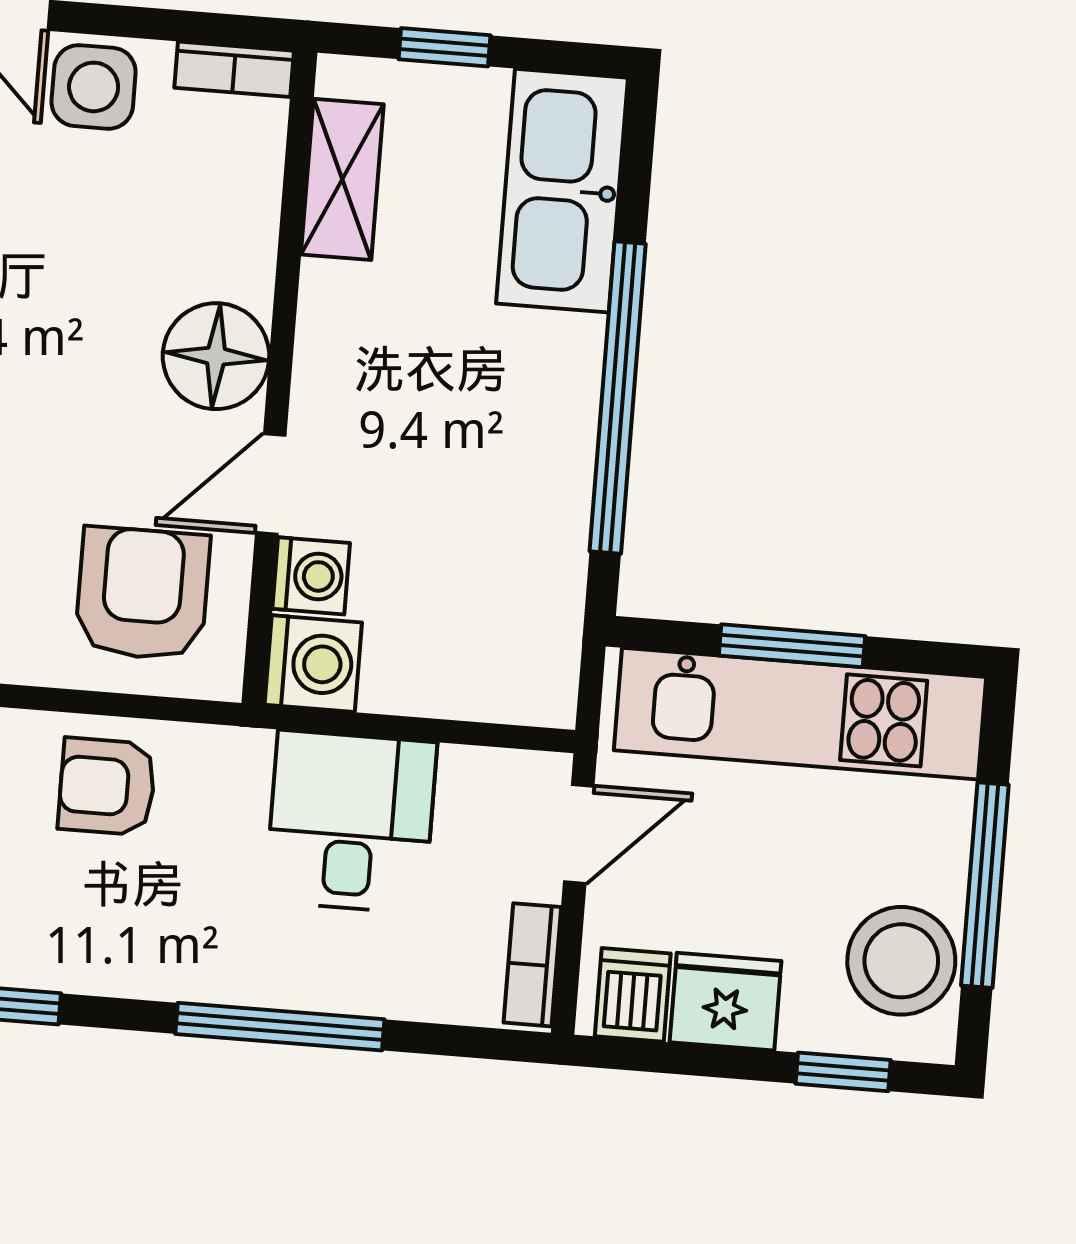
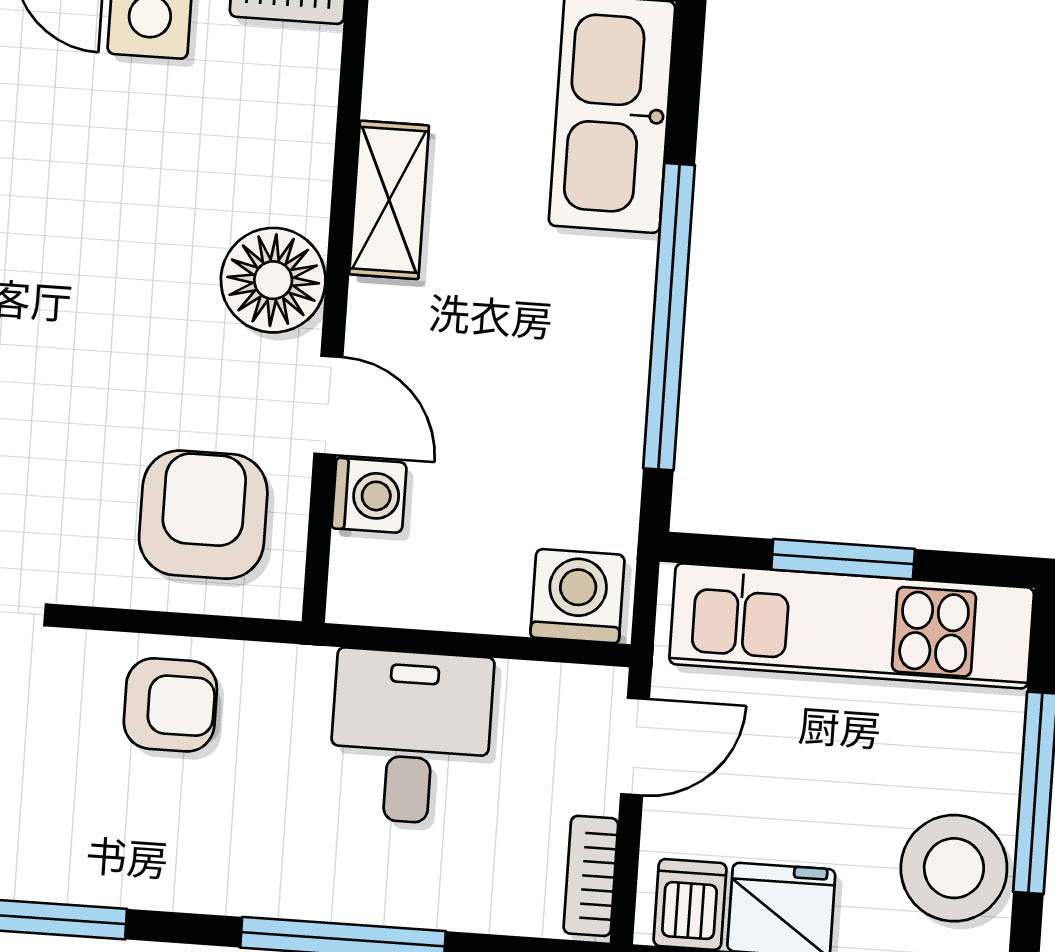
shelving: (342, 179) -> (389, 200), moved
door: (271, 484) -> (328, 405), swing flipped
washing machine: (313, 664) -> (578, 596), moved, turned -90
armchair: (107, 787) -> (170, 705), turned 180

